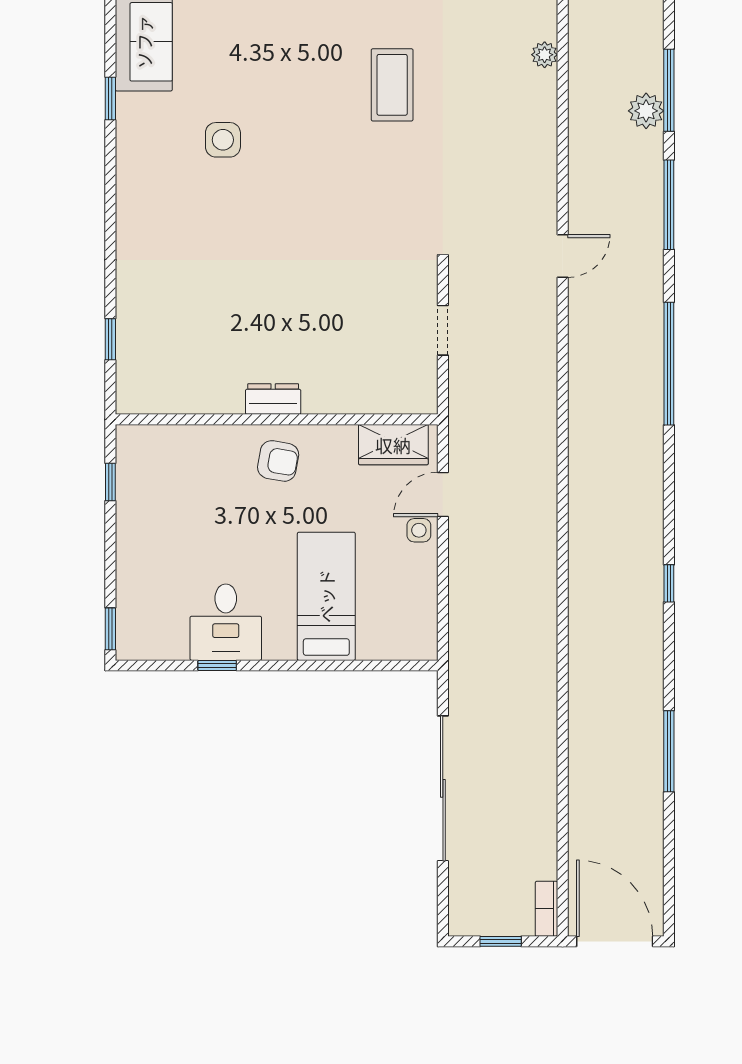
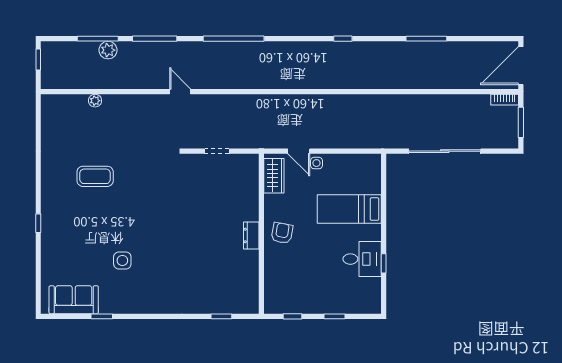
plant: (545, 55) -> (95, 101), moved
window: (110, 629) -> (335, 316), moved
window: (501, 941) -> (521, 122), width x1.50

